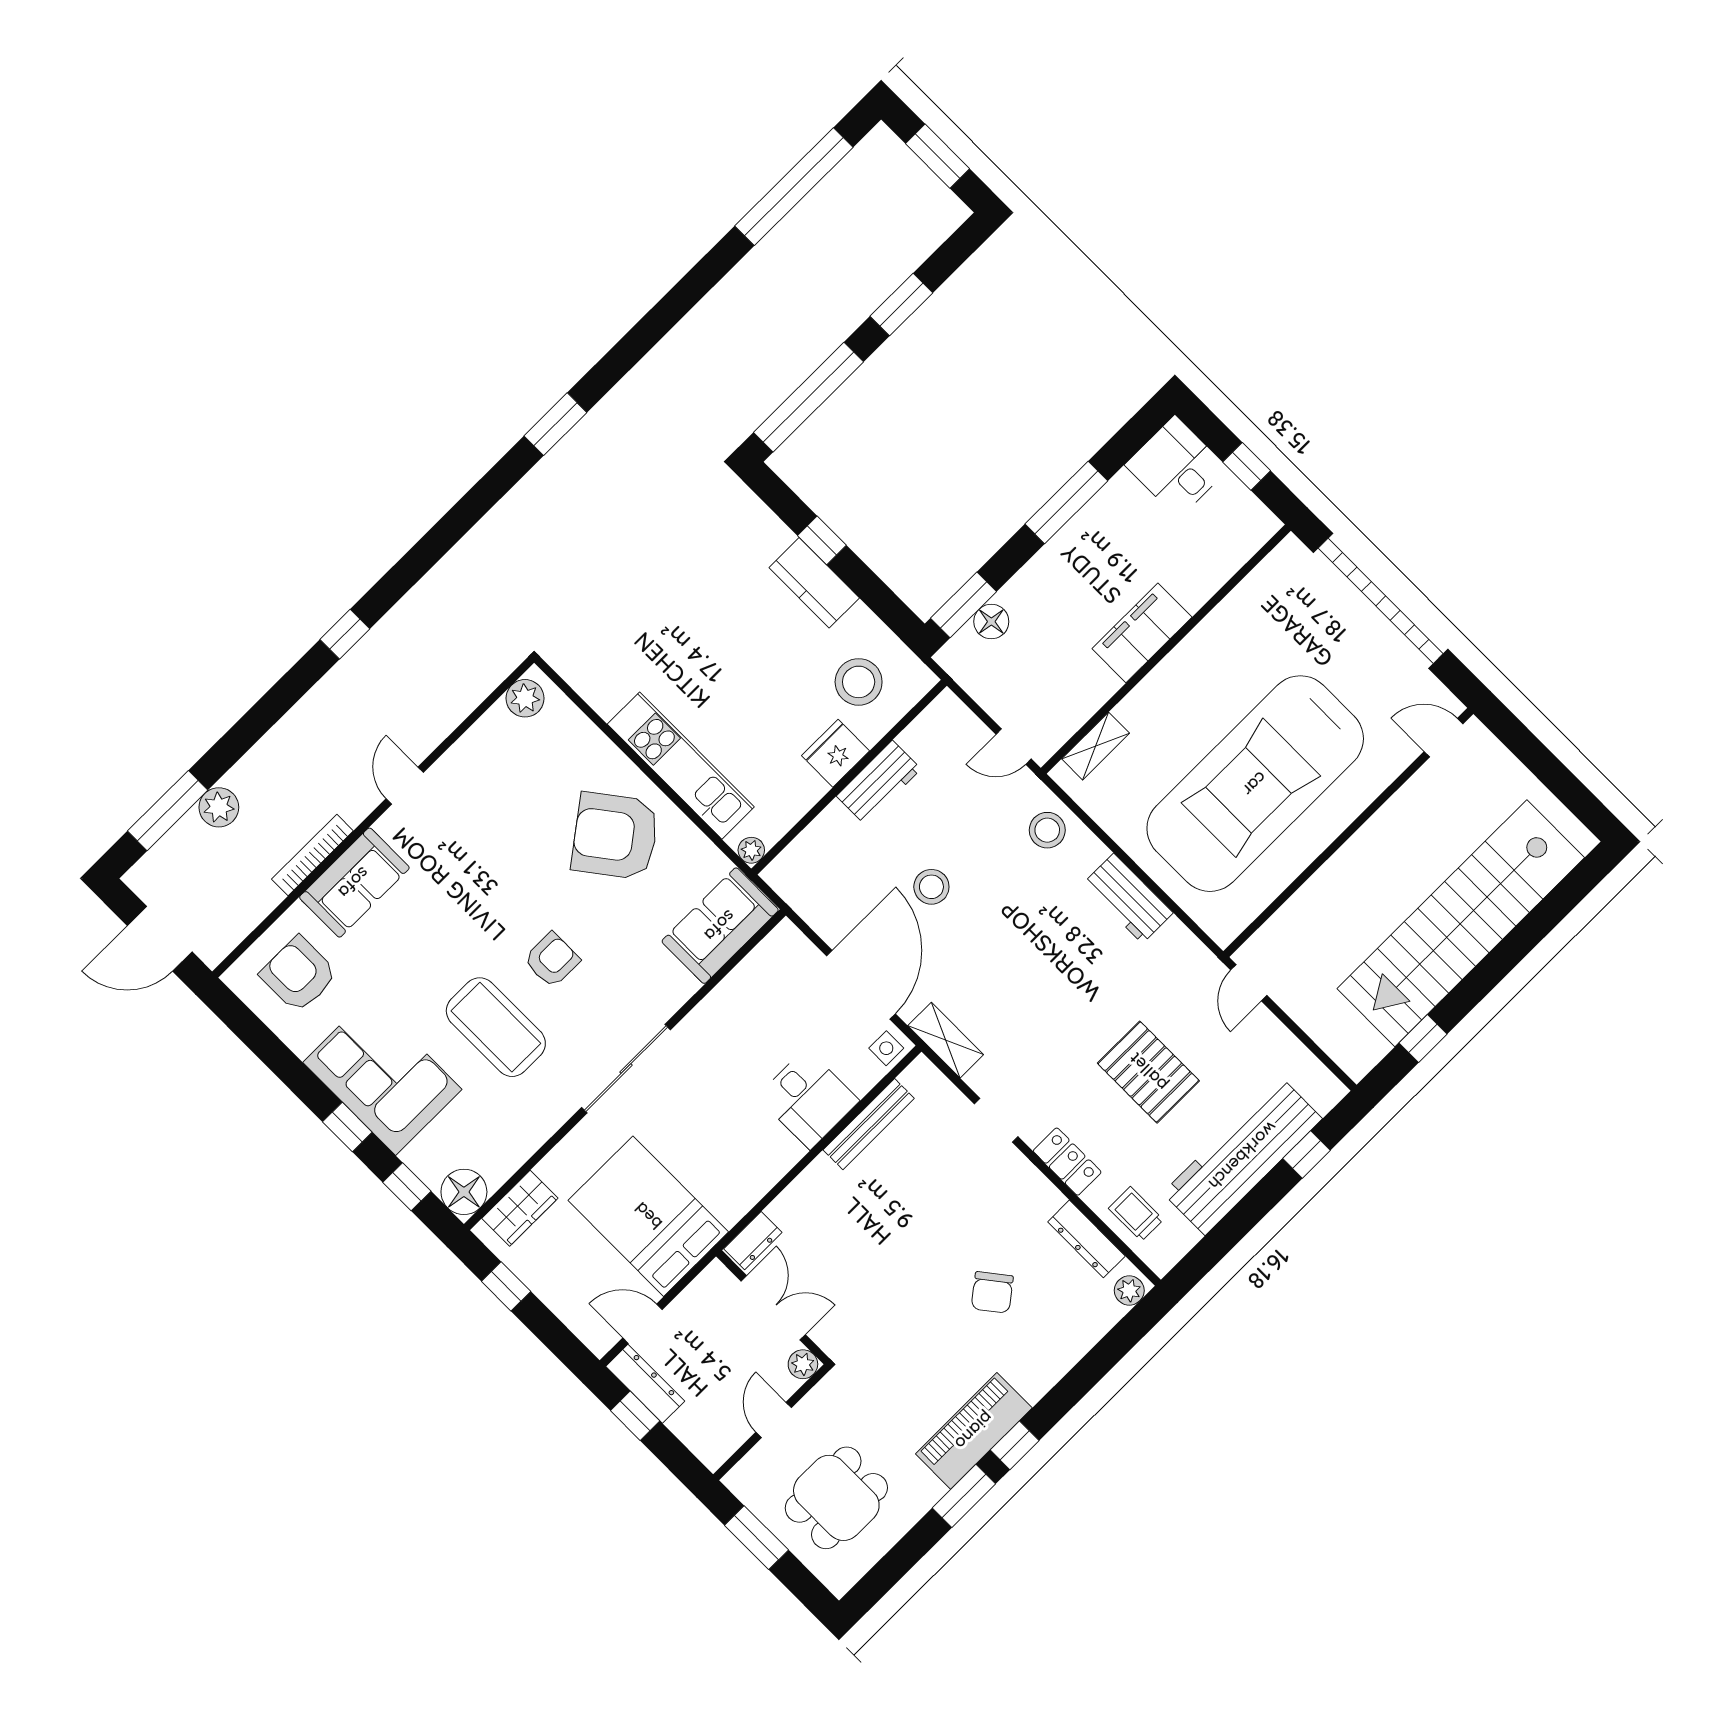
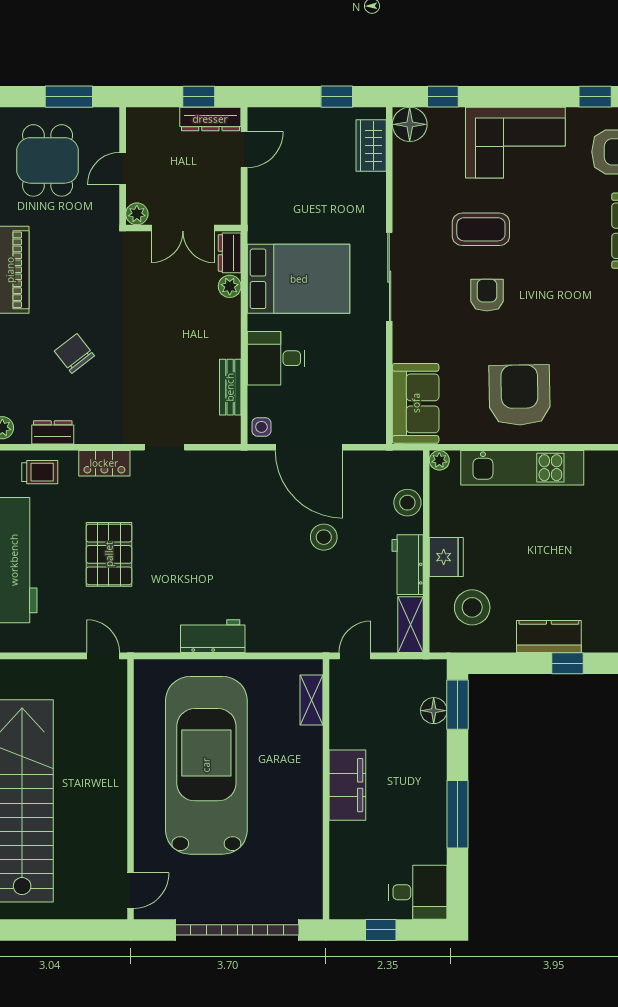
stool: (1047, 830) -> (407, 503), moved
armchair: (615, 836) -> (520, 395), turned -54
armchair: (552, 960) -> (487, 295), turned 180
coffee table: (496, 1027) -> (481, 229), width x0.73, depth x0.76
shelving: (946, 1040) -> (411, 625), moved, turned 90
pallet: (1148, 1072) -> (109, 554), turned 90
bench: (869, 1124) -> (230, 387), width x0.73
window: (347, 1127) -> (595, 97), moved
plant: (784, 1209) -> (230, 286), added
bed: (648, 1216) -> (299, 279), moved
dresser: (1086, 1239) -> (53, 432), width x0.70
door: (774, 1420) -> (123, 168), swing flipped

